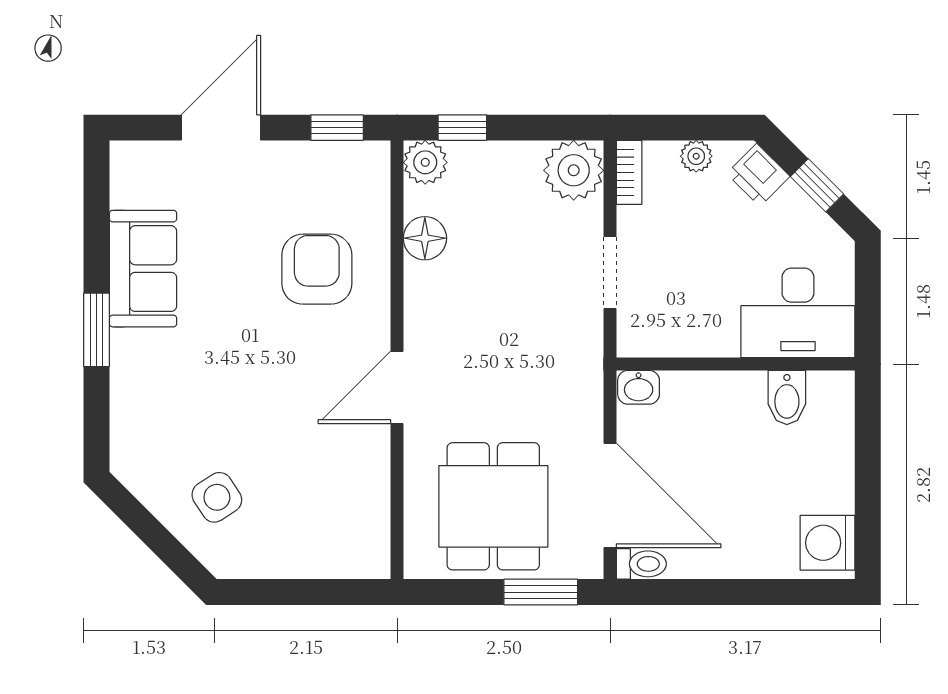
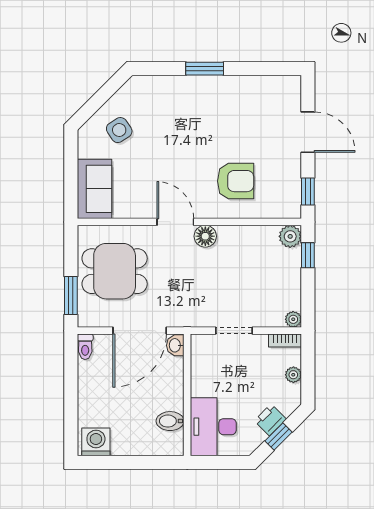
plant: (574, 170) -> (293, 319), width x0.53, depth x0.53
printer: (758, 175) -> (270, 420), moved
floor lamp: (425, 238) -> (205, 236), moved
sofa: (143, 269) -> (95, 189), moved, turned -90
door: (610, 495) -> (140, 331), moved

